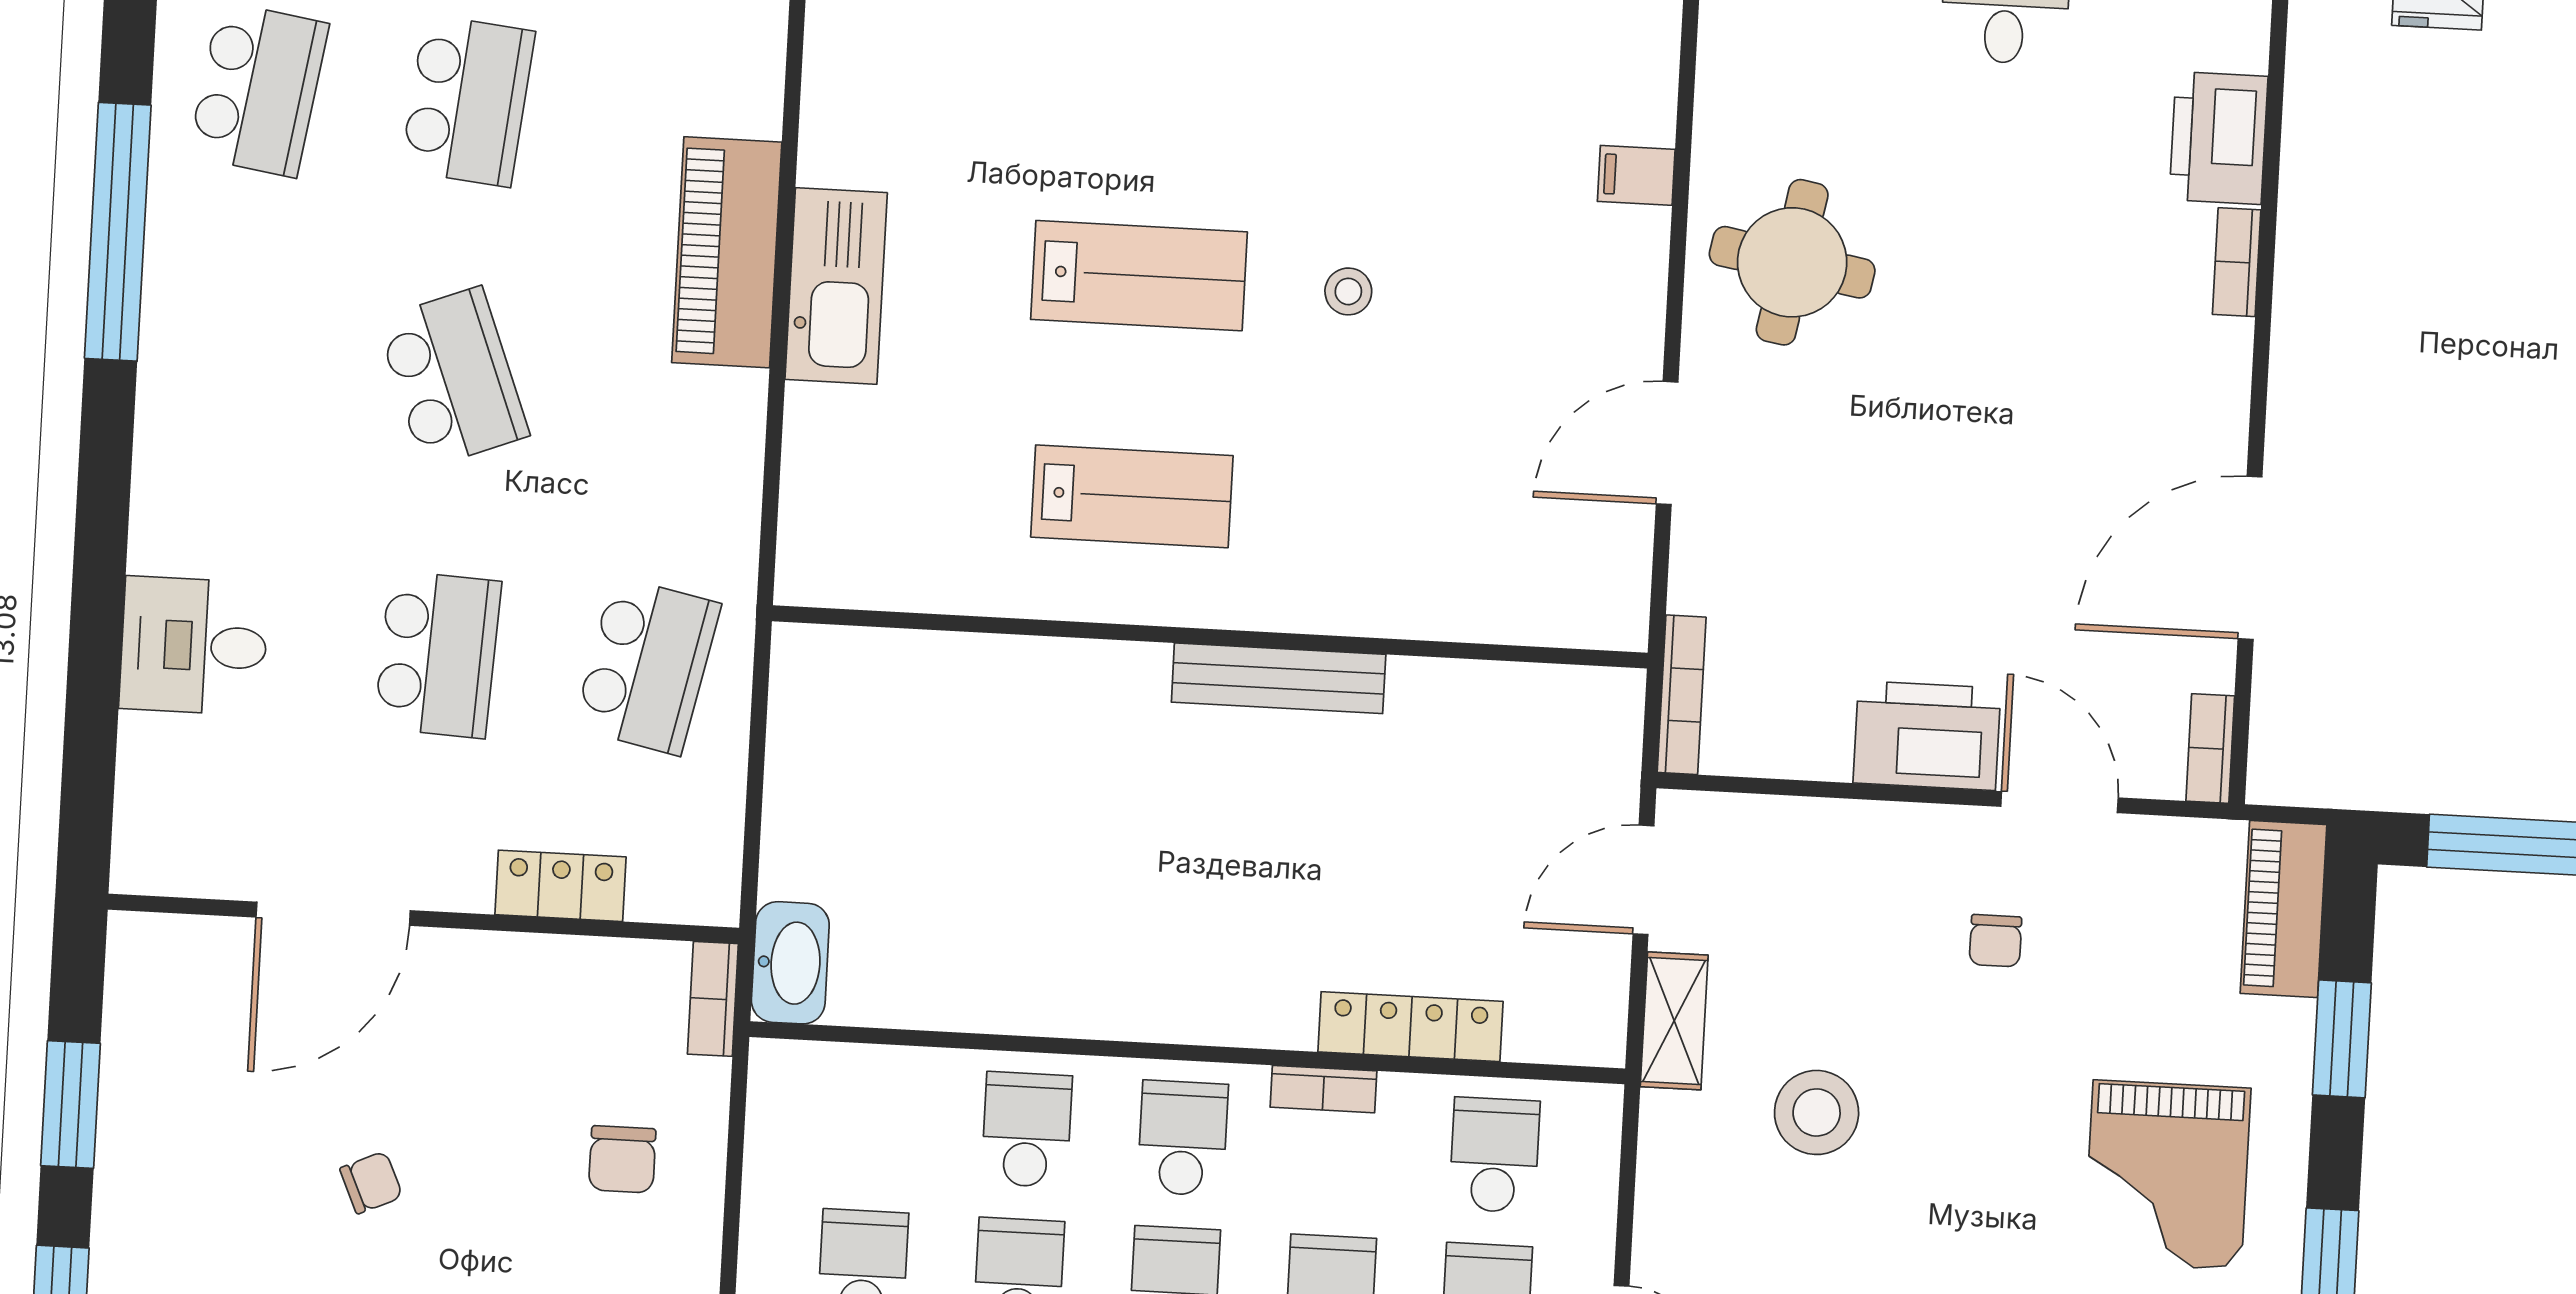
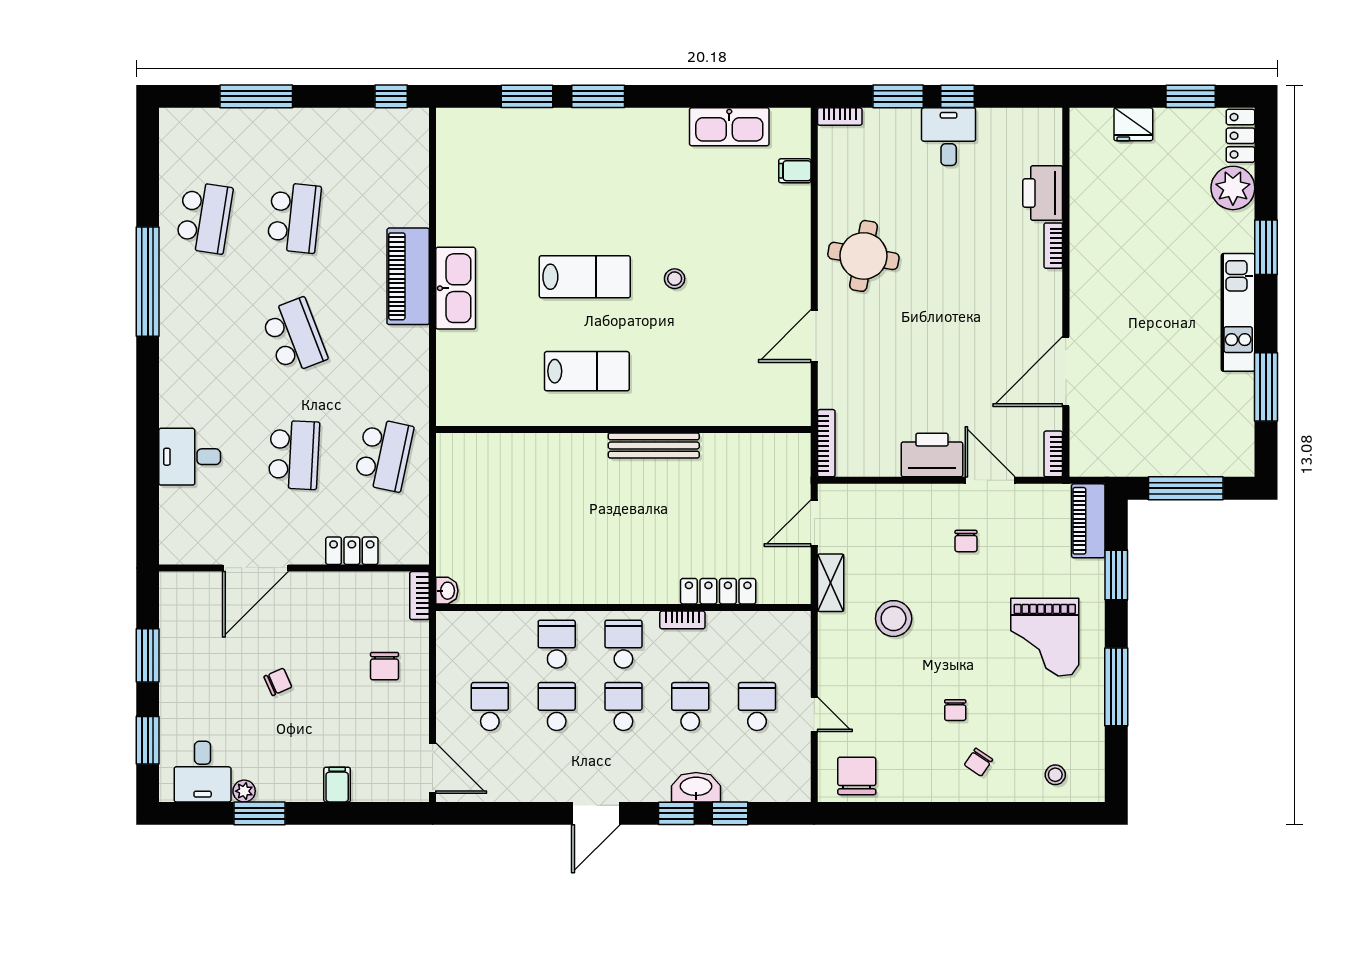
filing cabinet: (1636, 175) -> (795, 171), moved
washbasin: (790, 963) -> (447, 591), width x0.52, depth x0.69
school desk: (1494, 1155) -> (757, 644), removed

